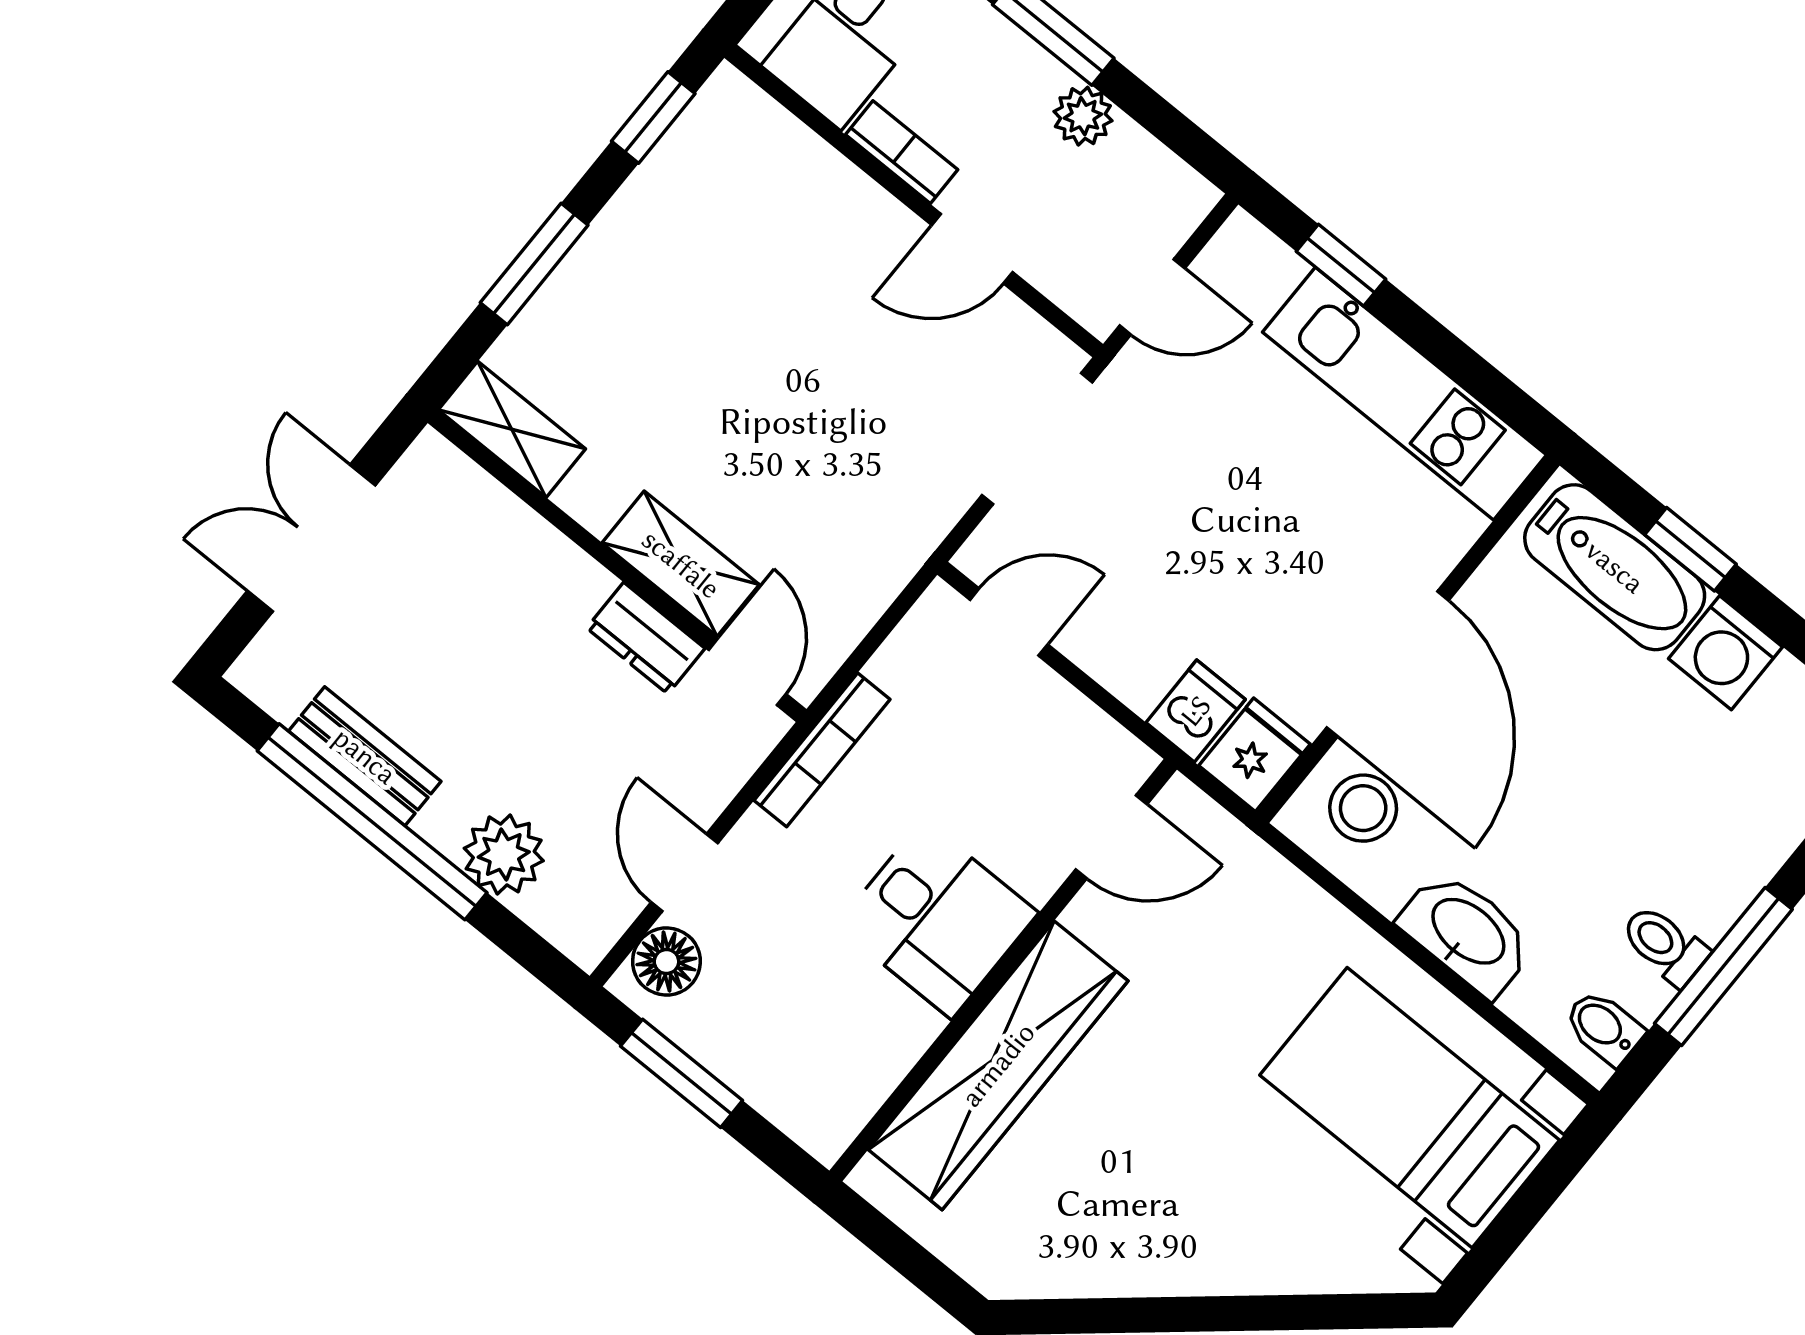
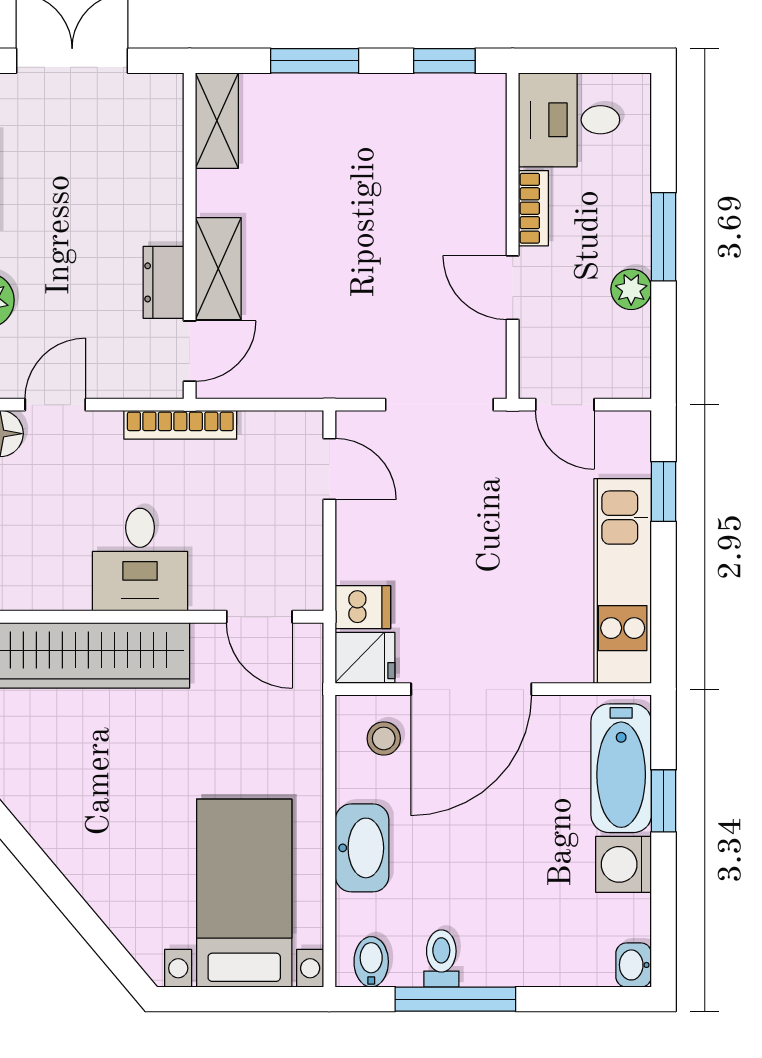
stool: (1363, 808) -> (384, 738), width x0.73, depth x0.73

